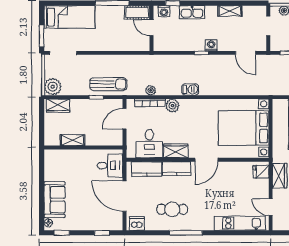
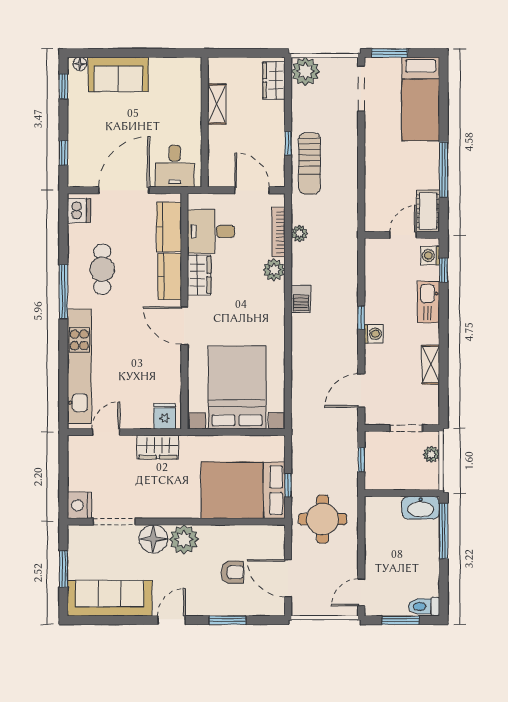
kitchen unit: (240, 223) -> (79, 366), width x1.36

